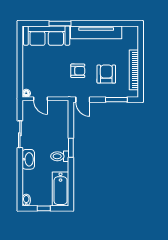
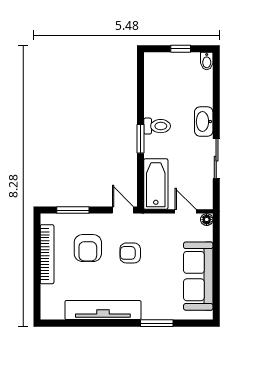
sofa: (47, 36) -> (198, 276), moved, turned -90
bathtub: (61, 189) -> (156, 184), moved

